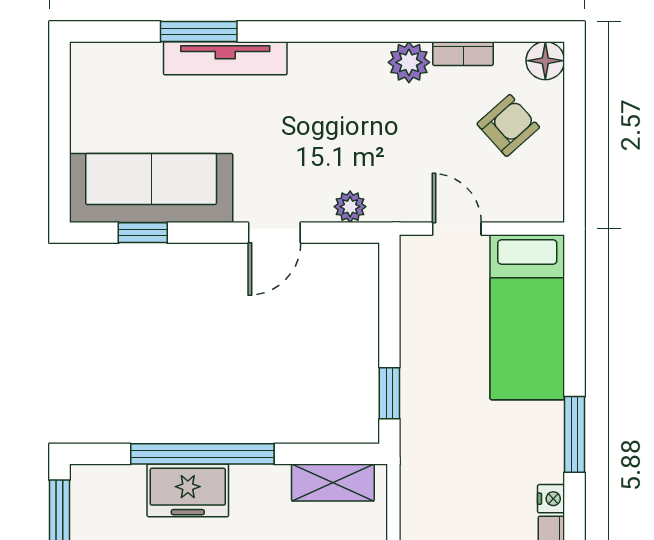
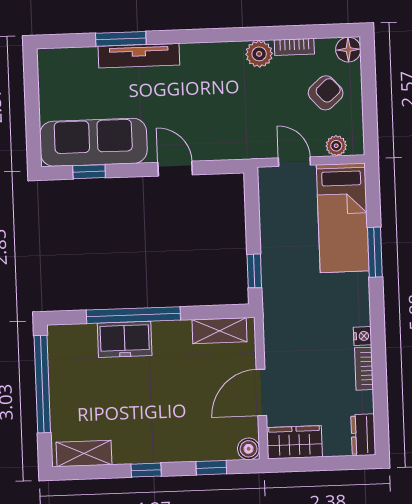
plant: (350, 207) -> (336, 146), moved
door: (274, 233) -> (175, 169), swing flipped
window: (574, 434) -> (375, 252), moved

